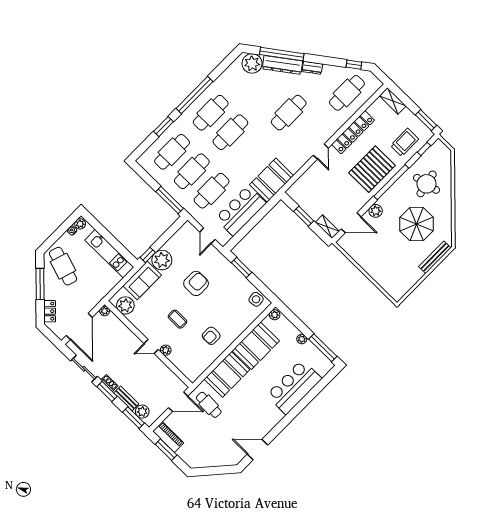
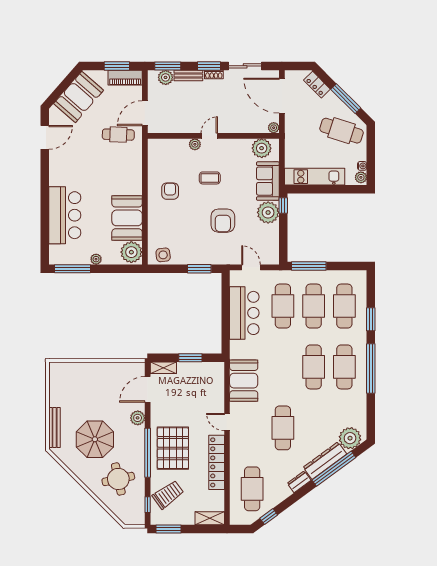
trolley: (405, 142) -> (168, 495), turned -126
booth: (272, 180) -> (244, 381), moved
plant: (275, 315) -> (131, 252), width x1.87, depth x1.87
booth: (227, 374) -> (79, 97), moved, turned 41

